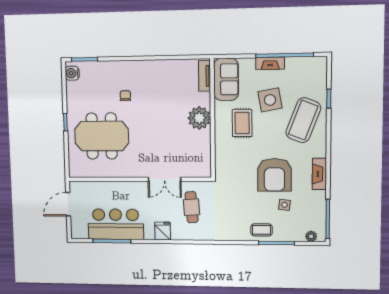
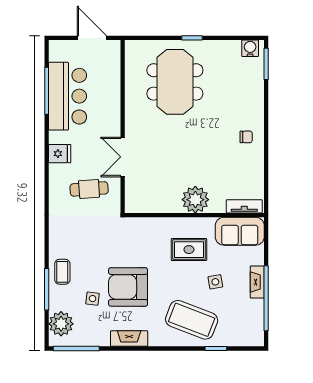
chair: (125, 96) -> (246, 137), moved
side table: (270, 100) -> (215, 282), width x0.54, depth x0.54
plant: (311, 236) -> (61, 324), width x1.88, depth x1.88

